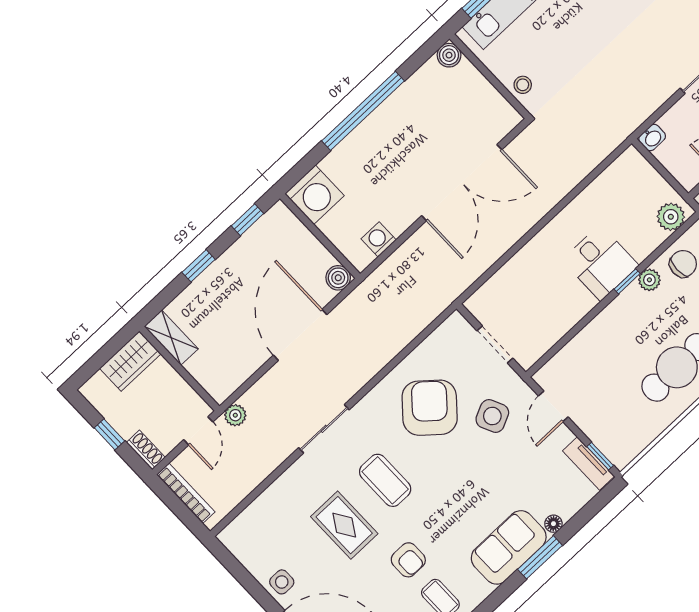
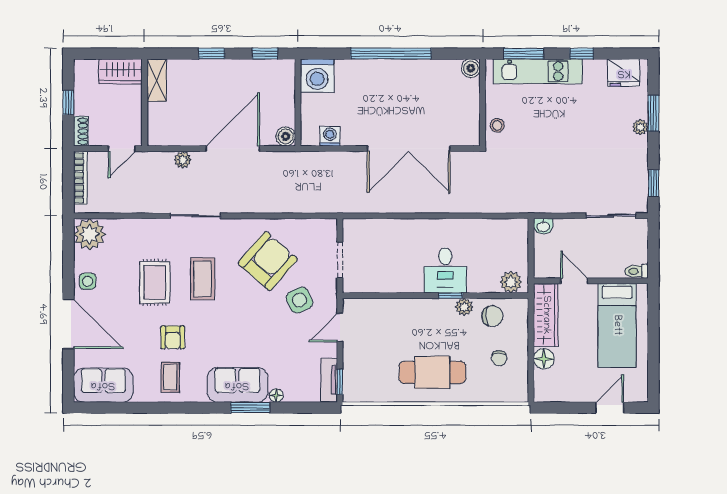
plant: (235, 415) -> (183, 160), moved
plant: (243, 537) -> (90, 234), added

